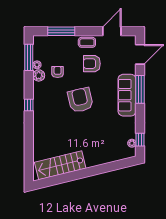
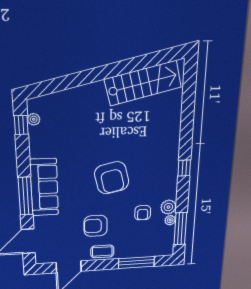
armchair: (92, 64) -> (96, 226), turned 180

